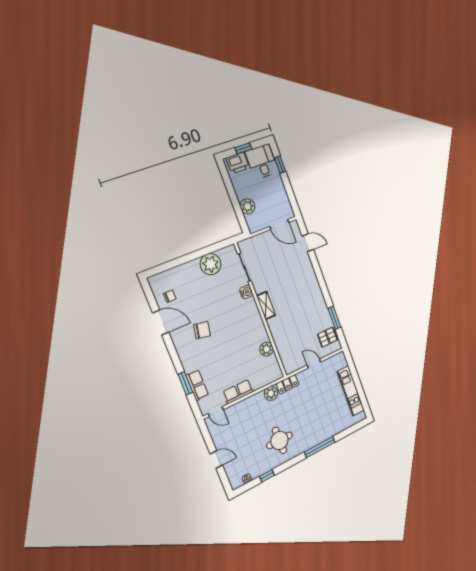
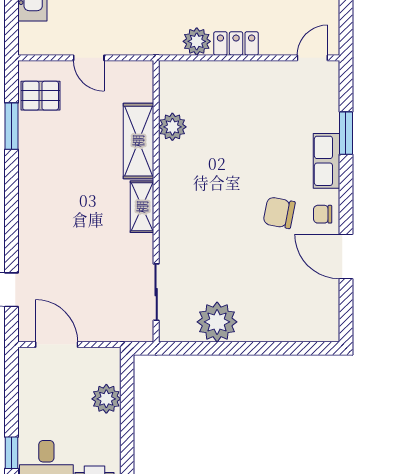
water cooler: (246, 292) -> (170, 247), removed
chair: (170, 296) -> (323, 214), moved
shelving: (279, 336) -> (138, 141), added
locker: (287, 384) -> (236, 43), moved
row of seats: (197, 385) -> (327, 161), moved
row of seats: (238, 392) -> (257, 74), removed
door: (216, 412) -> (312, 58), hinge flipped

